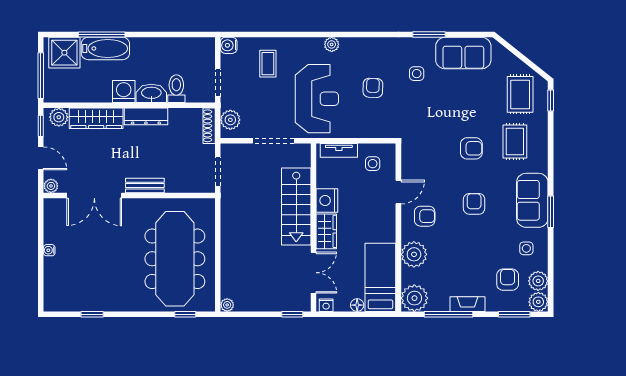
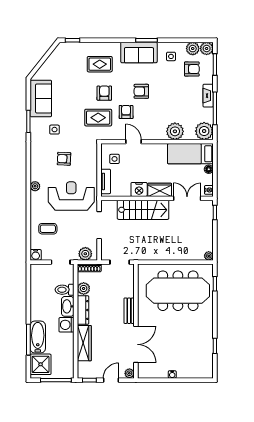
rug: (520, 94) -> (98, 118), moved
plant: (59, 117) -> (84, 288), moved
armchair: (425, 216) -> (126, 112), moved
armchair: (508, 280) -> (192, 69), turned 180

